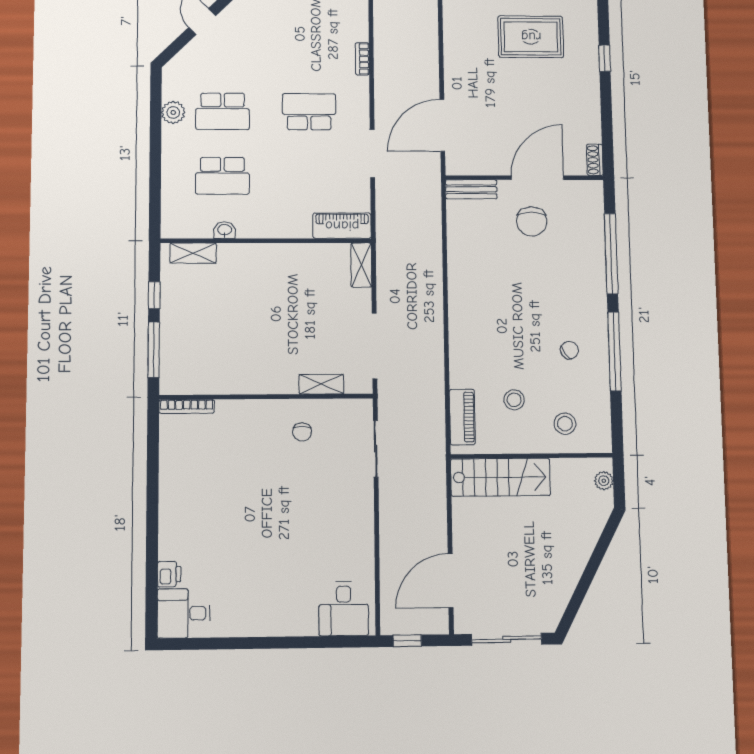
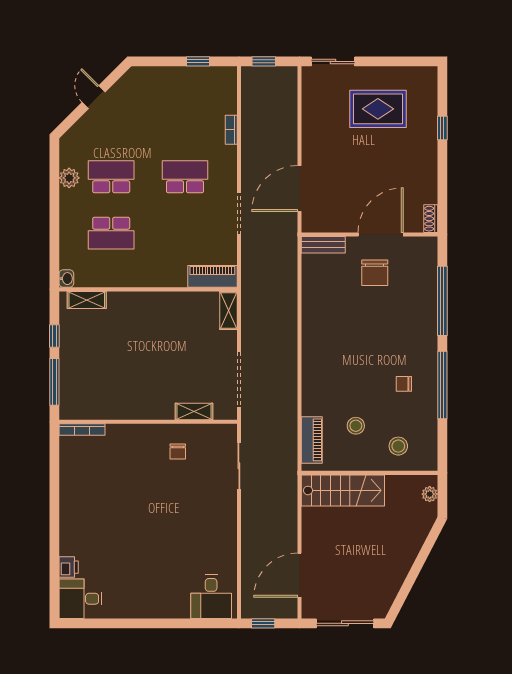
school desk: (223, 111) -> (111, 177), turned 180
washbasin: (225, 230) -> (66, 279), moved, turned 90
chair: (569, 350) -> (404, 384), turned -144

